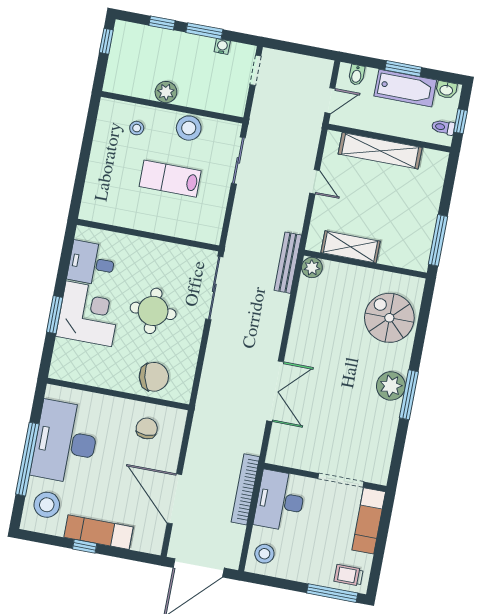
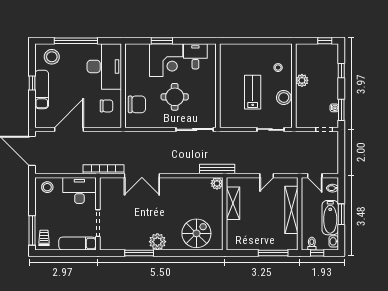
window: (204, 31) -> (341, 110), moved
window: (438, 240) -> (273, 253), moved
chair: (154, 377) -> (137, 104), turned -77
window: (409, 395) -> (139, 253), moved
desk: (65, 442) -> (104, 66), moved, turned 90
bookcase: (245, 489) -> (103, 169), moved

